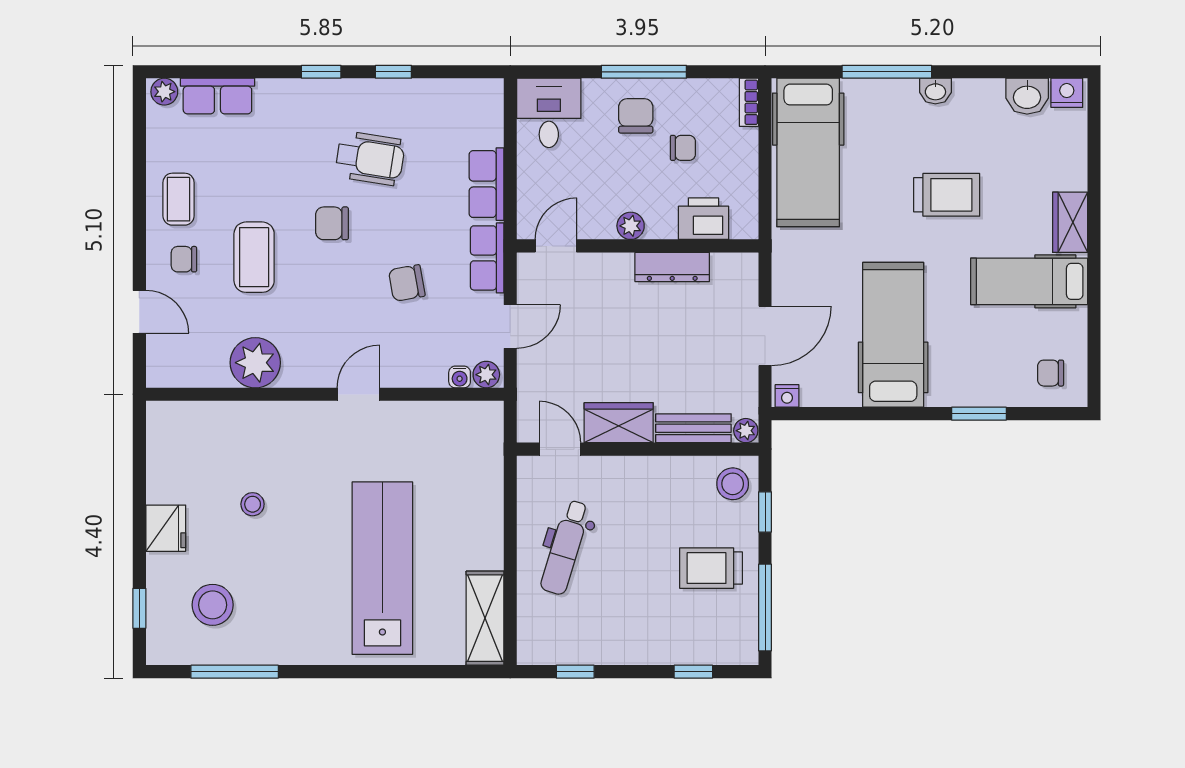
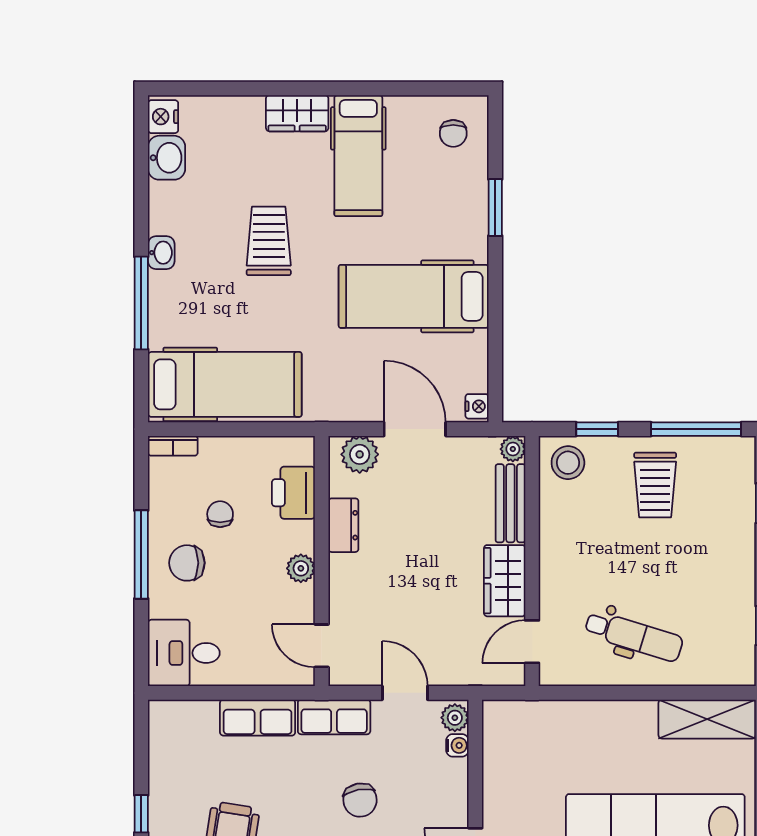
dresser: (672, 267) -> (343, 525), width x0.70
plant: (741, 283) -> (360, 454), added

